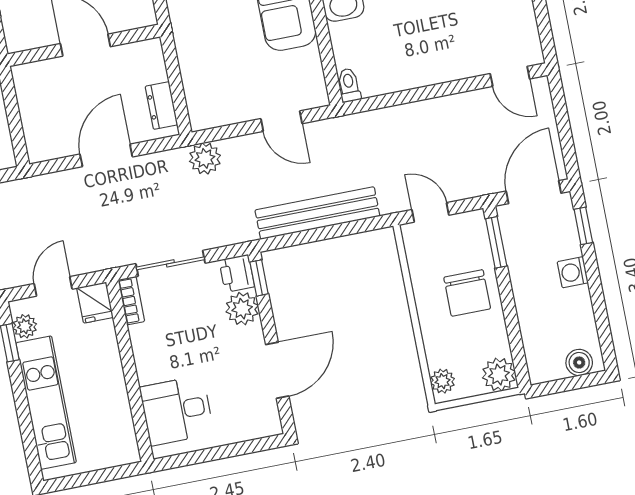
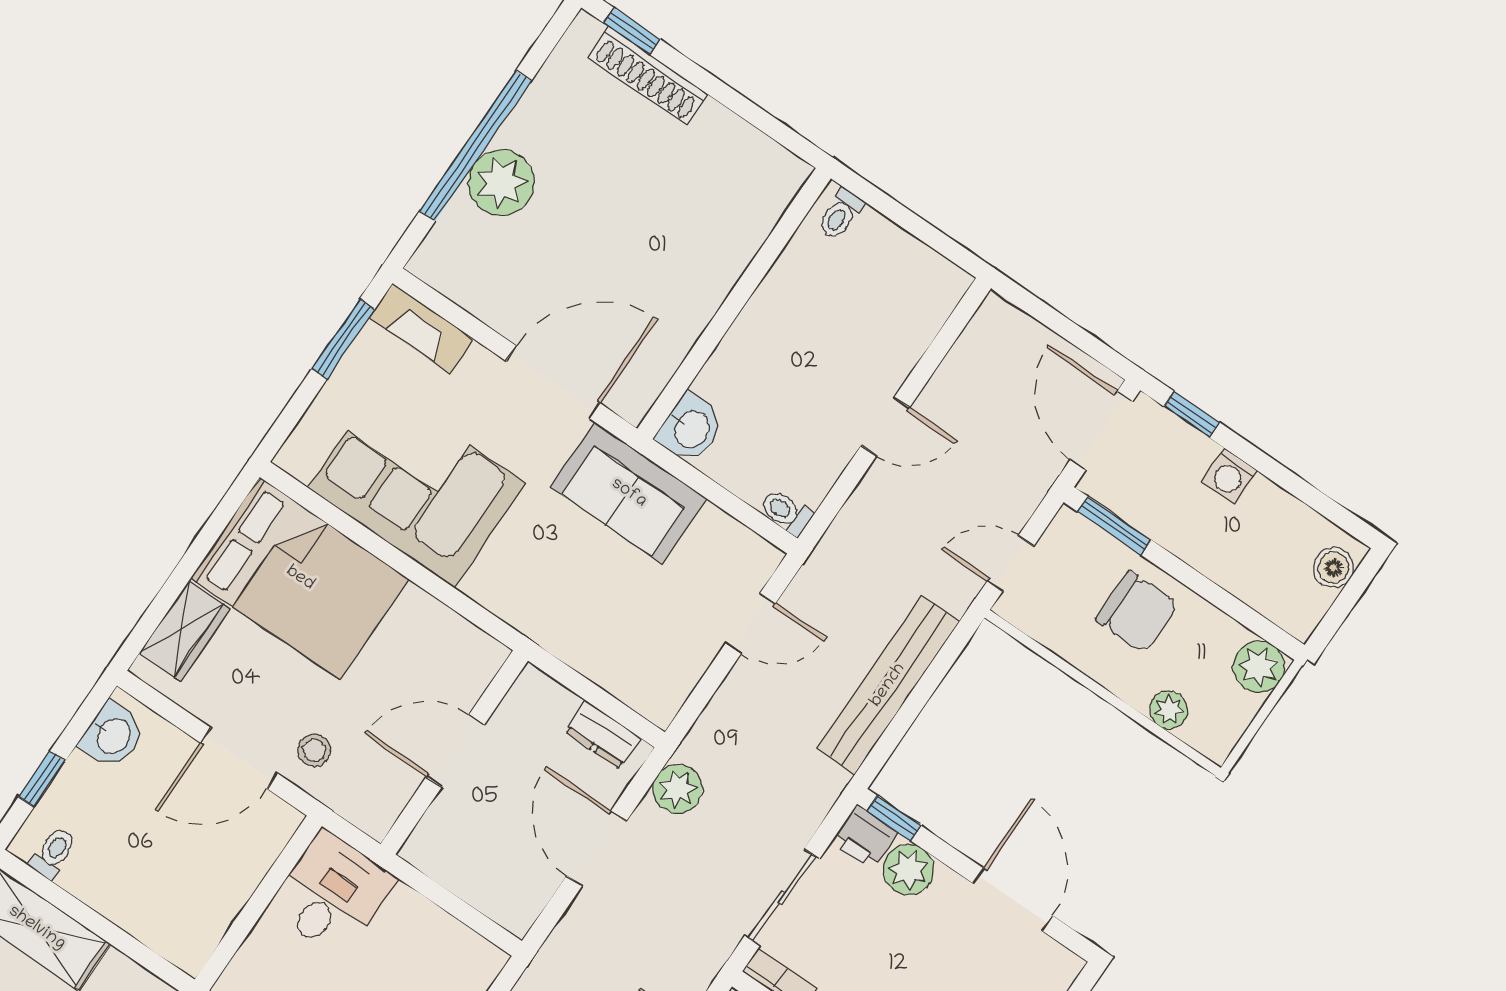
door: (510, 76) -> (885, 427), moved
plant: (205, 158) -> (678, 789), moved
plant: (443, 381) -> (1169, 710), moved

